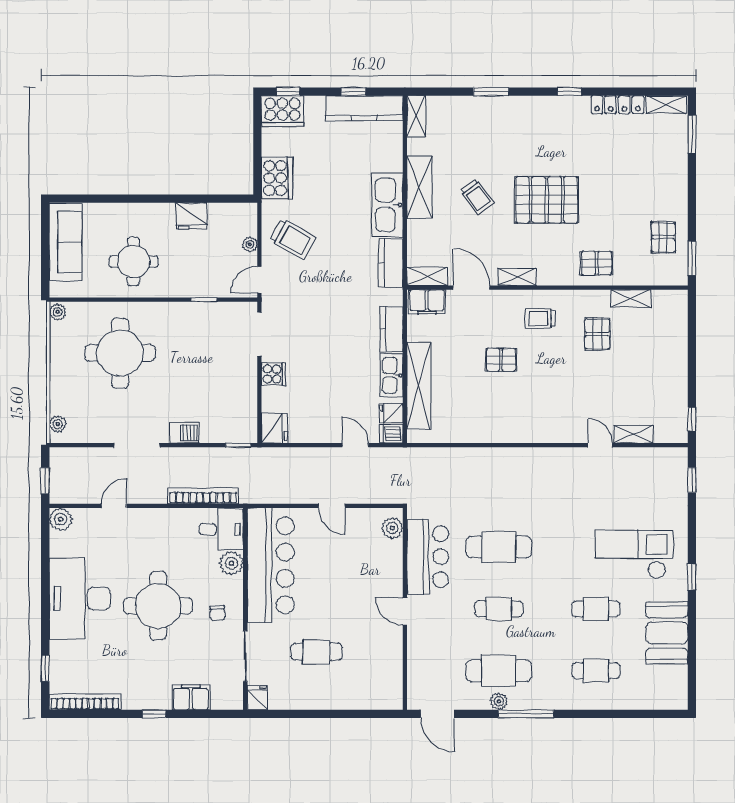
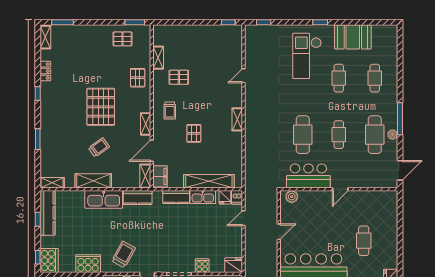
locker: (617, 105) -> (45, 71), width x0.66
shelving: (633, 434) -> (237, 119), moved

